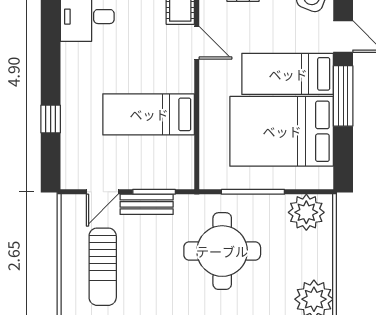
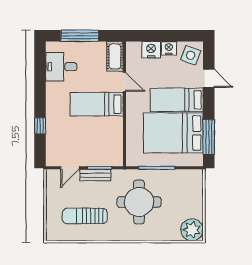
window: (343, 96) -> (209, 137), moved
bed: (149, 114) -> (97, 104), moved
plant: (306, 212) -> (188, 180), removed
sun lounger: (103, 267) -> (85, 216), moved, turned 90

